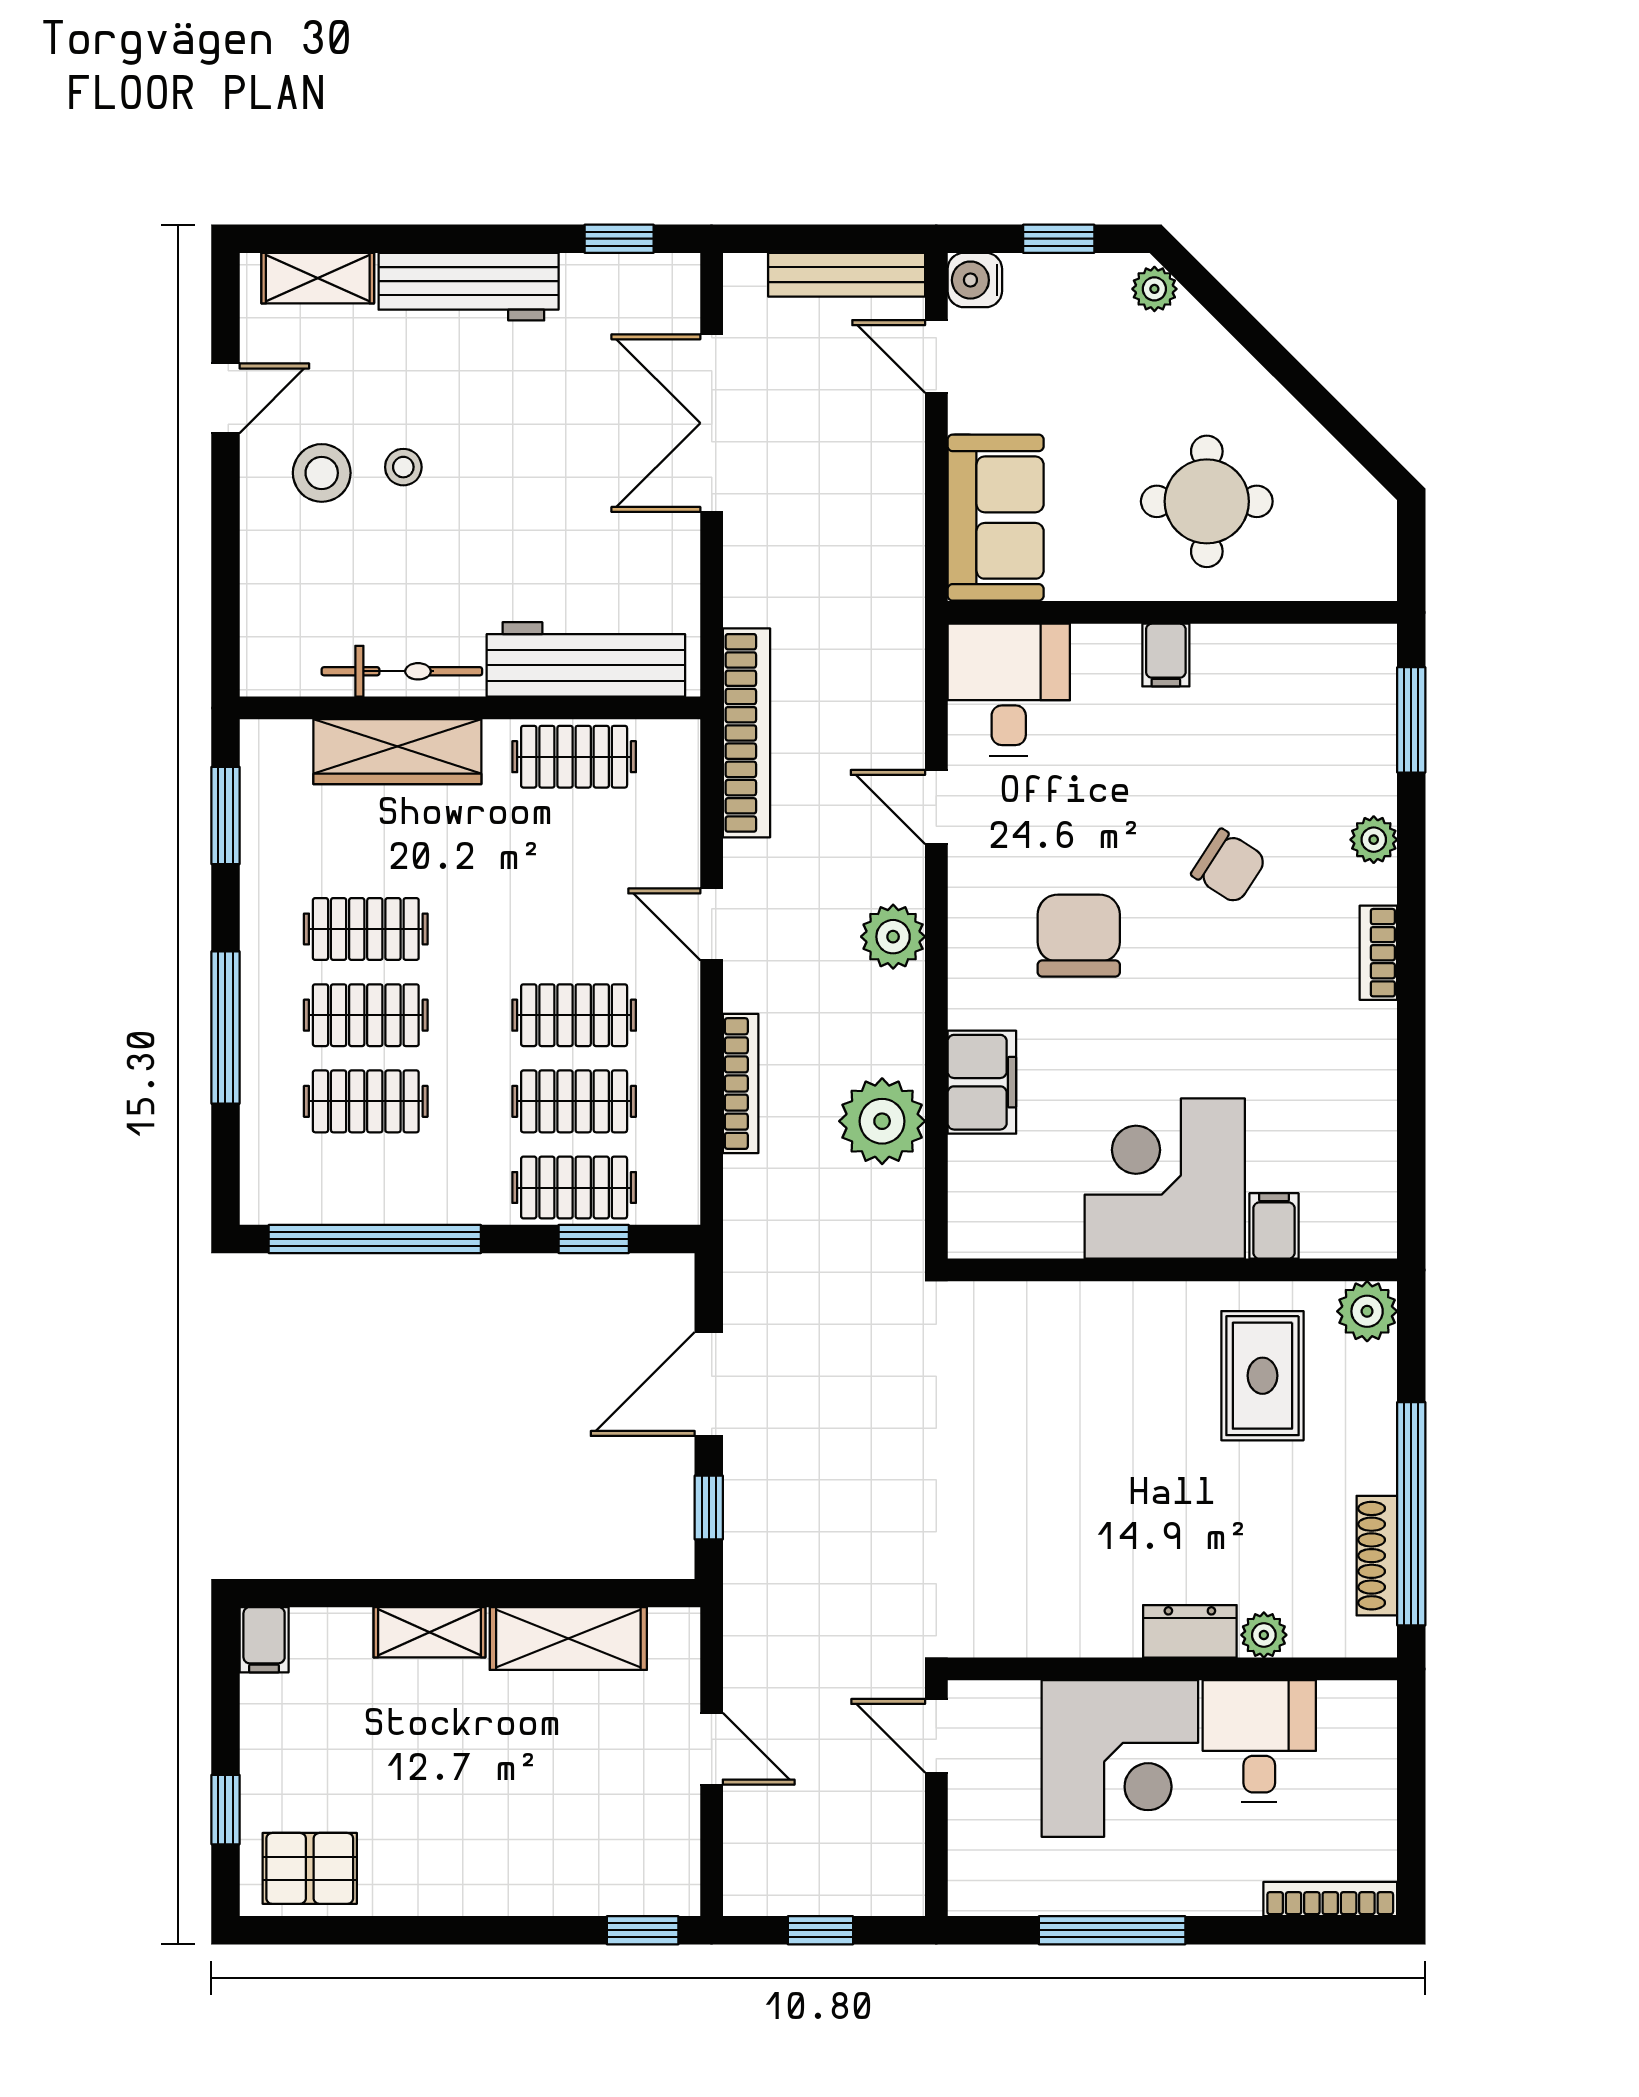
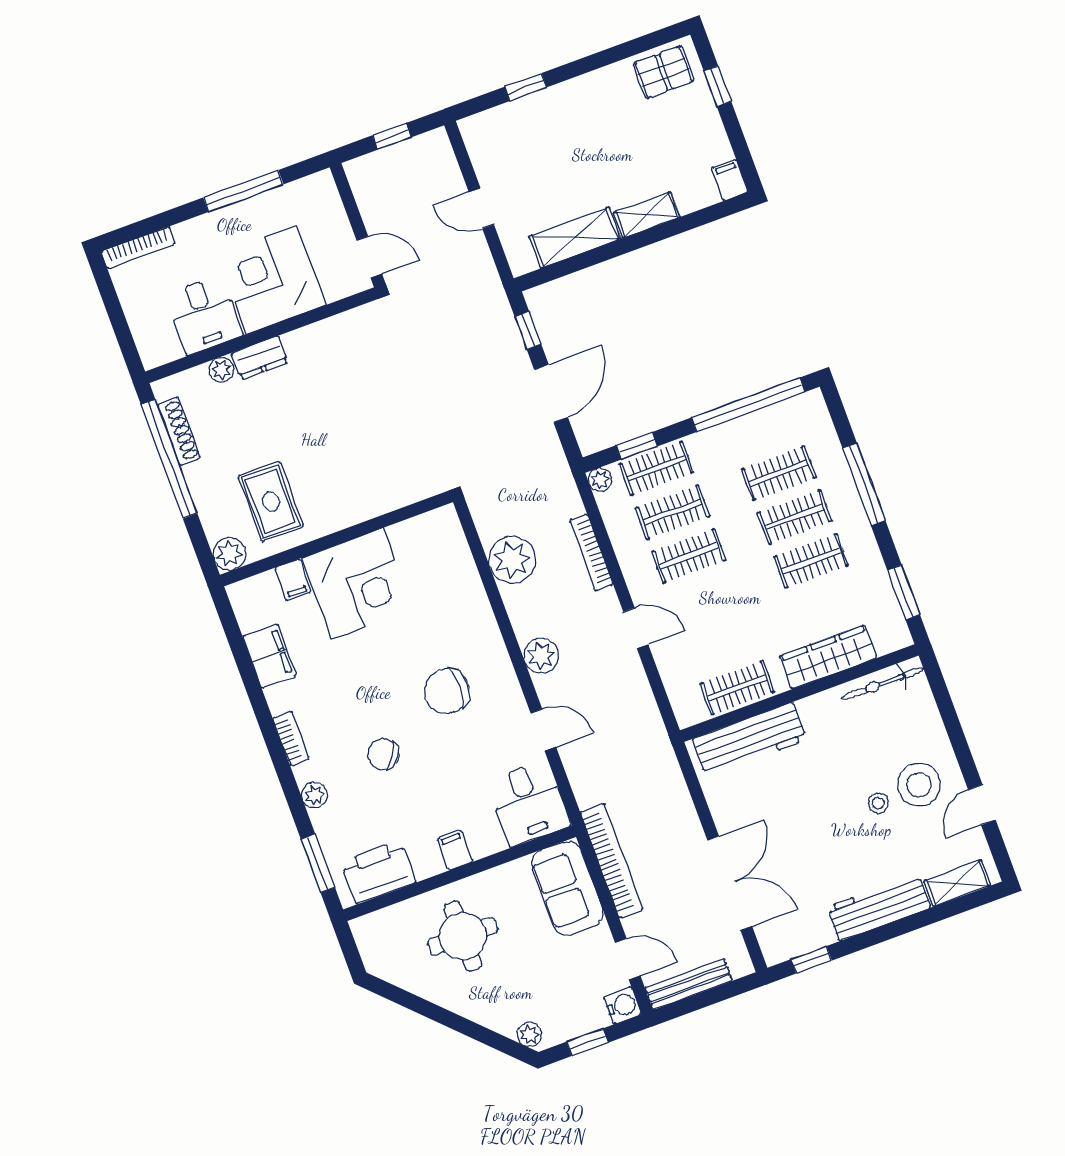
stool: (322, 473) -> (919, 785), width x1.38, depth x1.38
printer: (1312, 666) -> (378, 872), added
bicycle: (402, 671) -> (883, 684), moved
bookcase: (747, 733) -> (612, 861), moved, turned 180
chair: (1079, 936) -> (447, 691), turned 90
filing cabinet: (982, 1082) -> (270, 656), moved, turned 180
plant: (679, 1204) -> (600, 480), added
window: (643, 1930) -> (526, 87), moved

